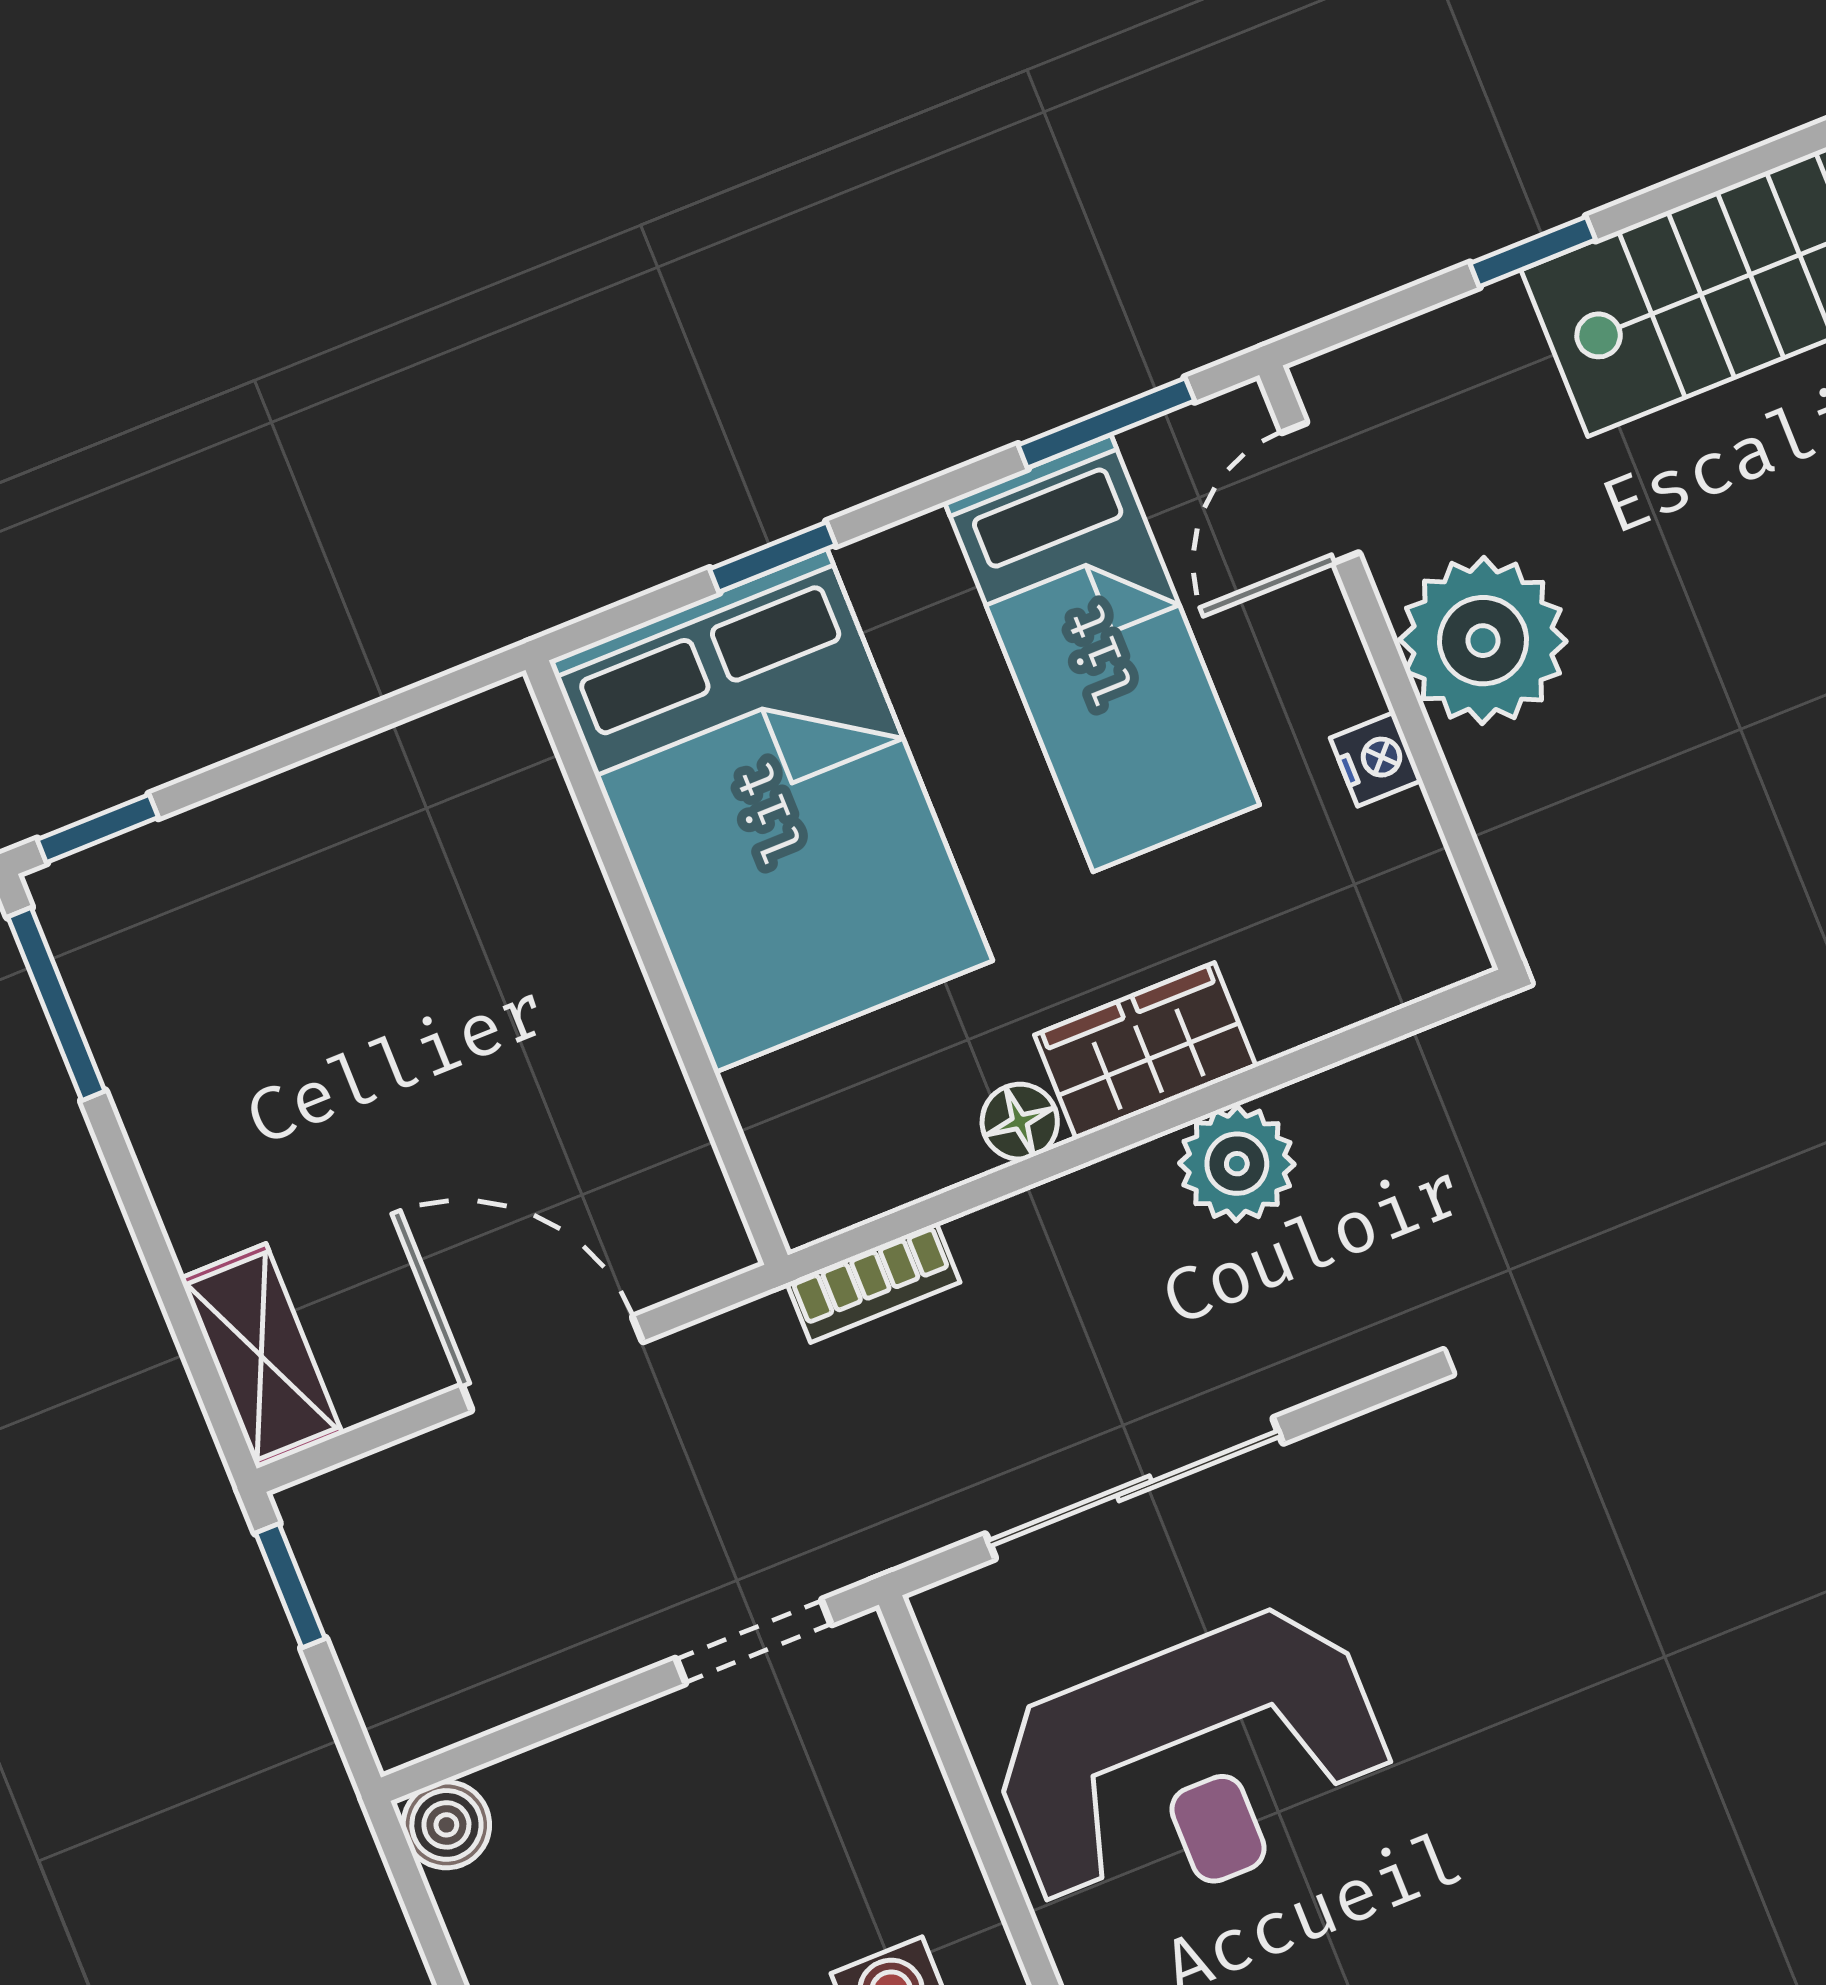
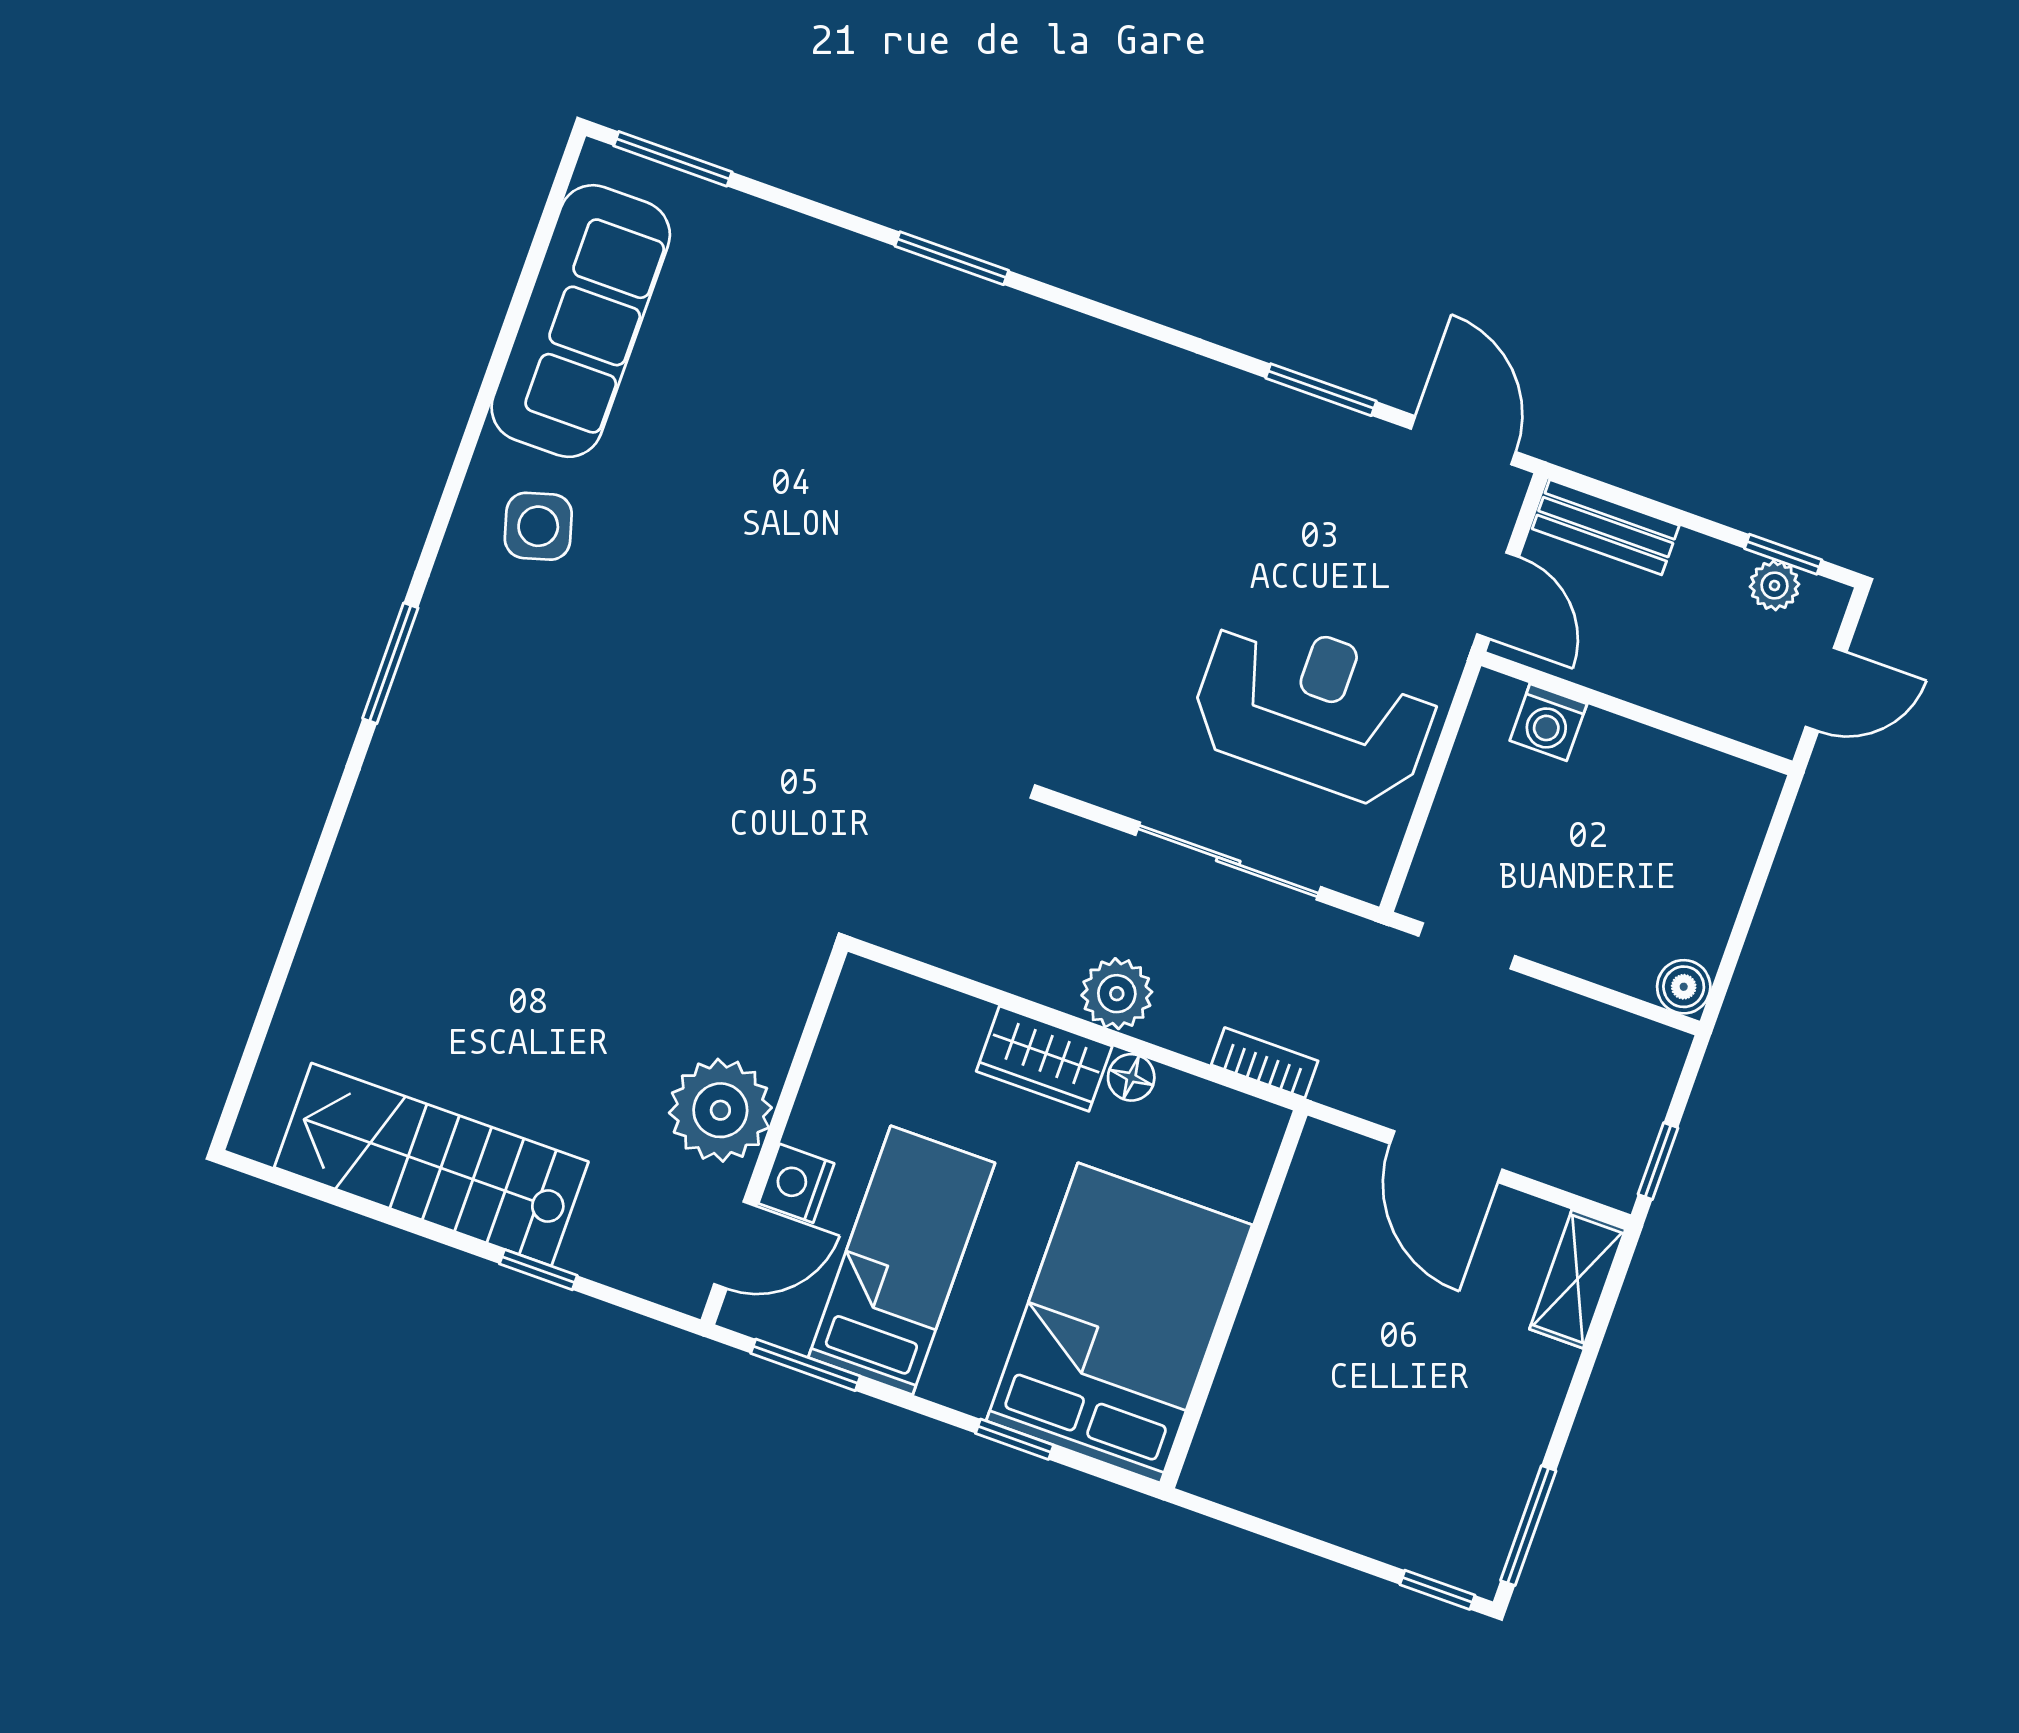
nightstand: (1376, 759) -> (796, 1183), moved, width x1.39, depth x1.35
plant: (1237, 1164) -> (1117, 994), moved

